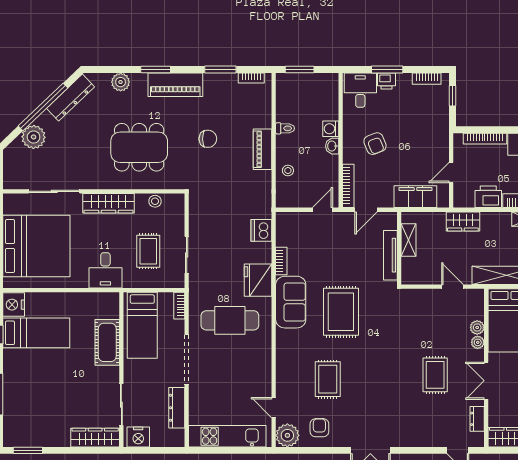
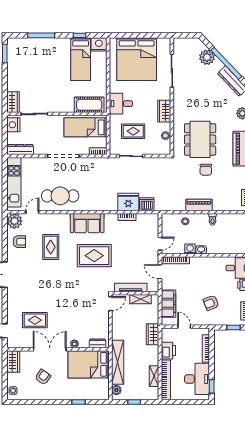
washing machine: (331, 129) -> (190, 249), moved
armchair: (375, 144) -> (211, 303), moved
dining table: (139, 147) -> (200, 139), moved
wardrobe: (109, 203) -> (164, 111), width x0.67
door: (322, 210) -> (160, 244), hinge flipped
fridge: (258, 280) -> (128, 202), moved
door: (452, 287) -> (110, 304), moved
sofa: (291, 302) -> (87, 223), moved
cafe table: (230, 320) -> (60, 196), moved, turned 90
plant: (477, 327) -> (84, 343), removed
cot: (107, 342) -> (89, 105), moved
rug: (435, 375) -> (35, 320), moved
rug: (328, 379) -> (51, 247), turned 90
double door: (486, 381) -> (50, 349), width x1.37
dresser: (177, 408) -> (20, 150), moved
dresser: (477, 419) -> (98, 343), moved
wardrobe: (95, 438) -> (13, 102), width x0.67

